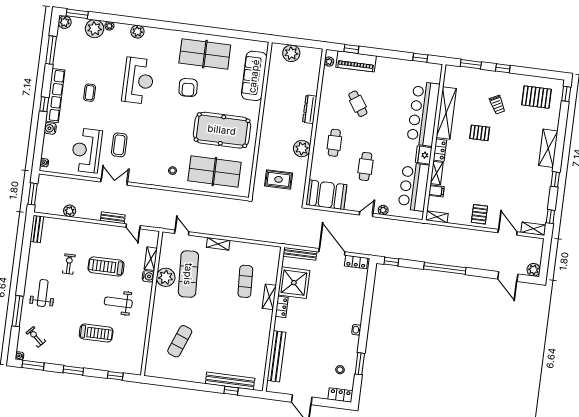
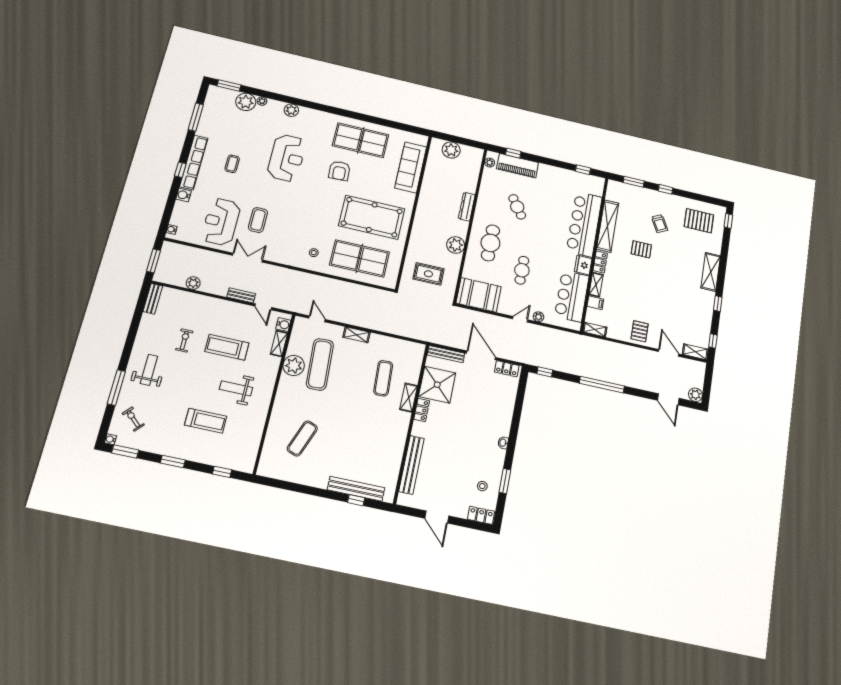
plant: (65, 22) -> (214, 92), removed
cafe table: (334, 143) -> (490, 243), width x1.37, depth x1.35
water cooler: (148, 276) -> (283, 325), moved

